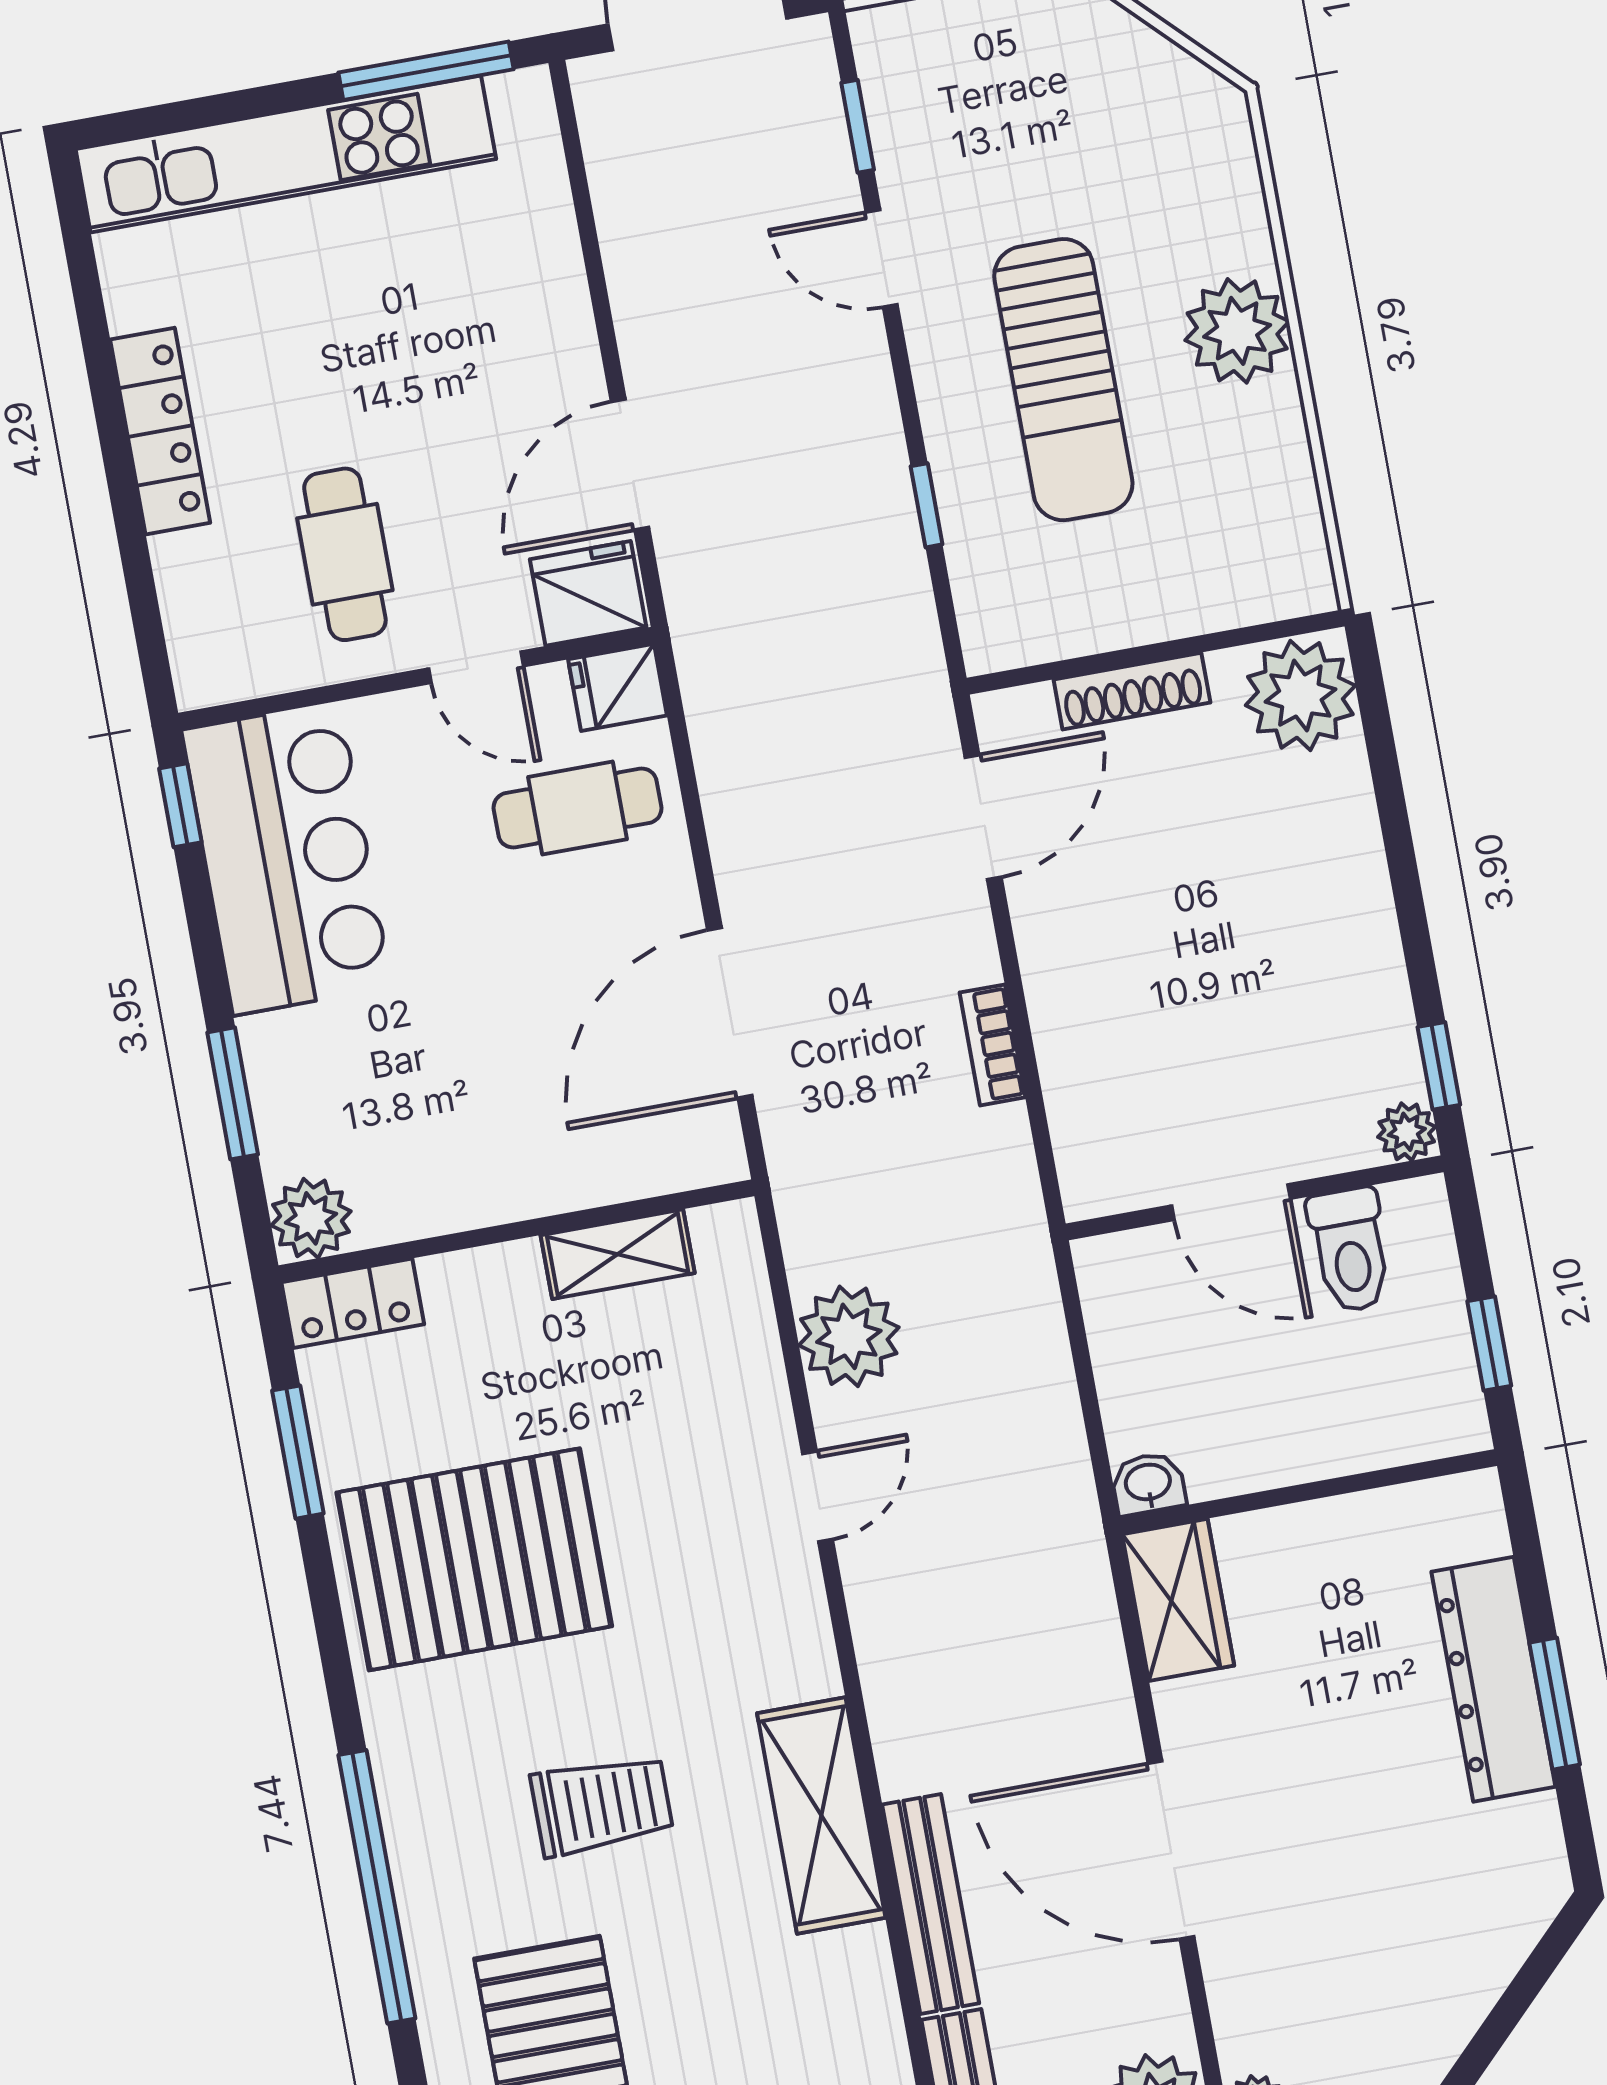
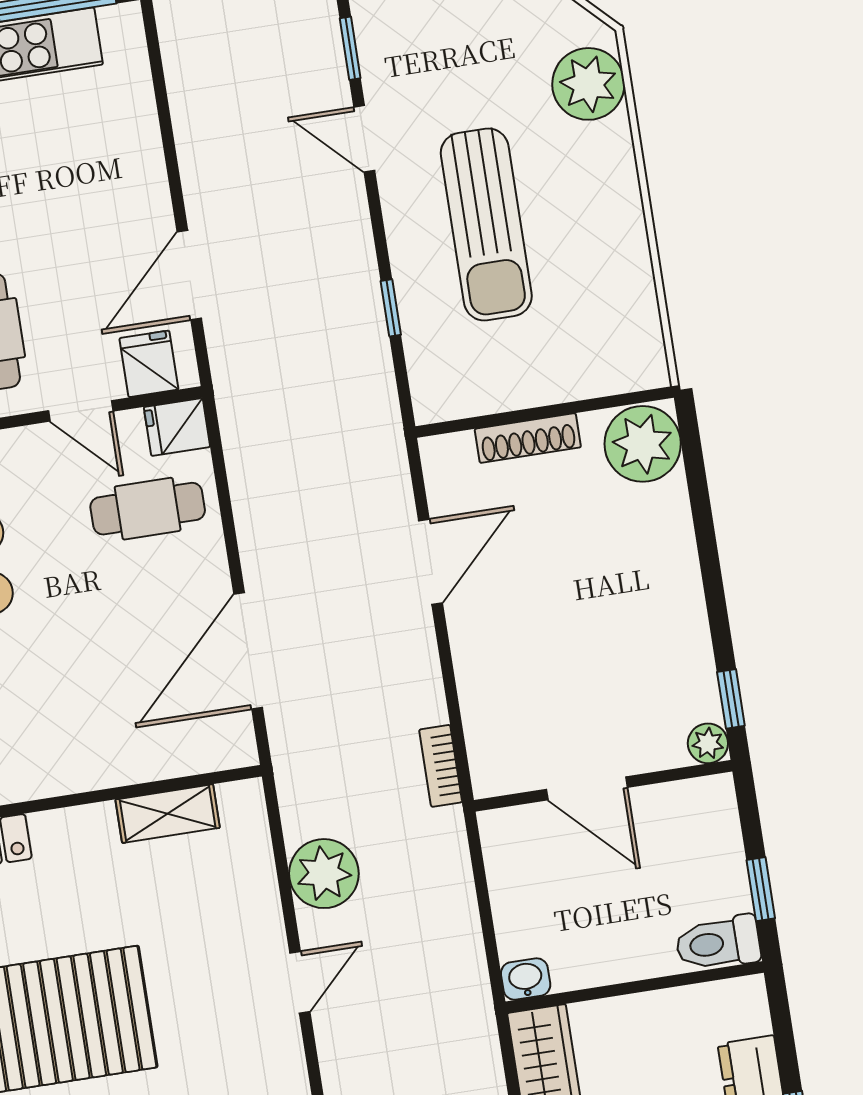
plant: (1237, 331) -> (588, 84), moved
fridge: (588, 593) -> (149, 364), width x0.72
door: (983, 817) -> (431, 562), moved
bookcase: (993, 1045) -> (441, 766), moved
toilet: (1350, 1250) -> (718, 943), moved, turned 90

